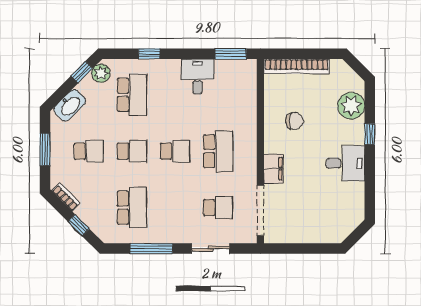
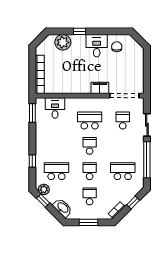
desk: (197, 76) -> (55, 108), moved, turned 90
chair: (295, 121) -> (117, 47), moved
window: (151, 249) -> (147, 160), width x1.46

